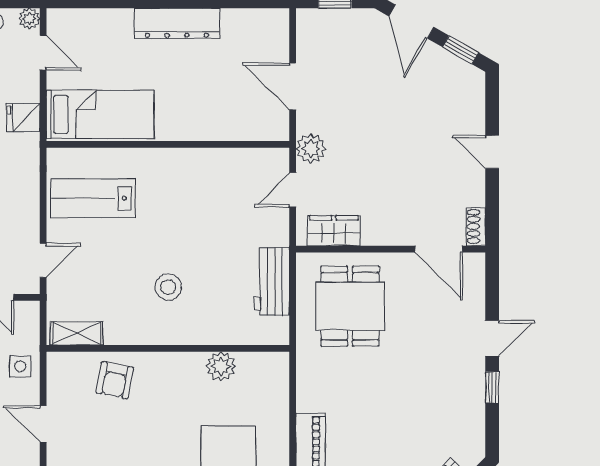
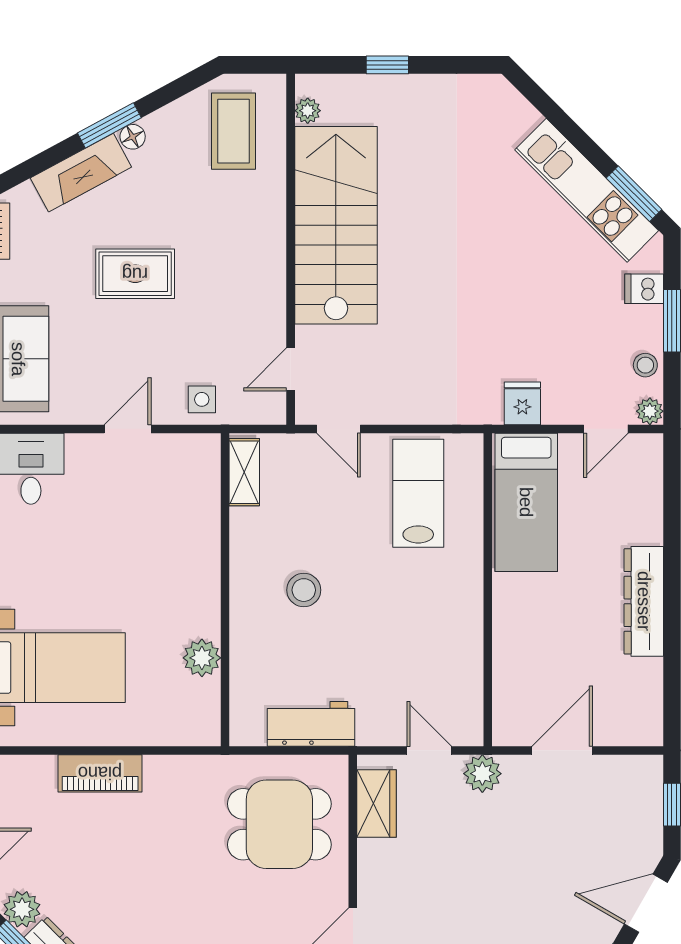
armchair: (115, 380) -> (184, 521), removed

